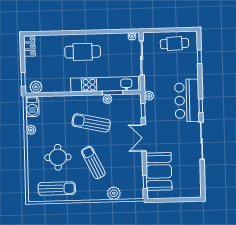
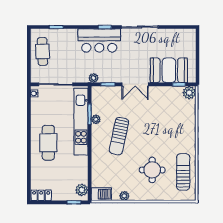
sun lounger: (93, 162) -> (158, 135), removed
plant: (114, 193) -> (189, 93), moved

